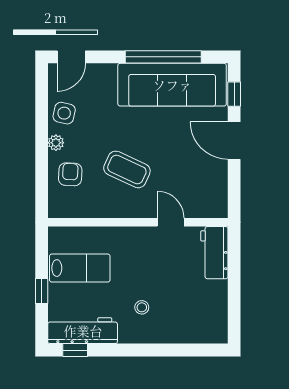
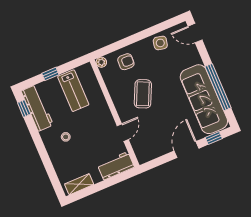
plant: (56, 143) -> (101, 62), moved
shelving: (218, 317) -> (79, 184), added

